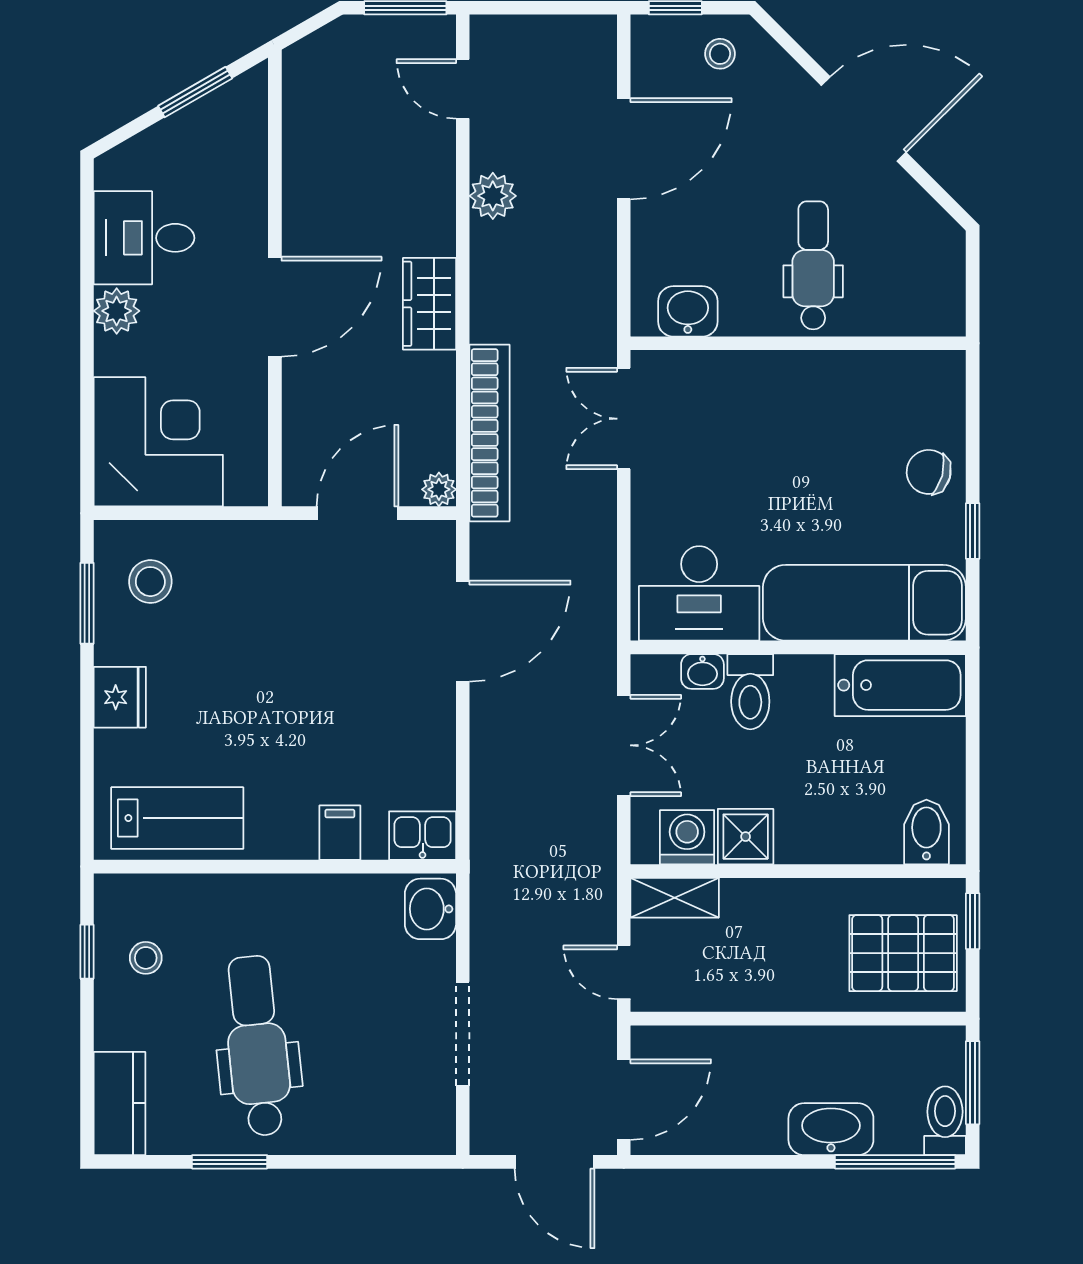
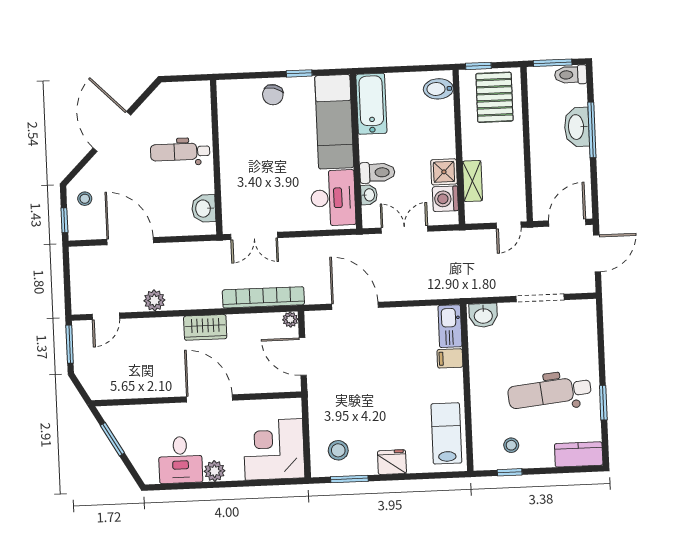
kitchen sink: (423, 836) -> (450, 326), width x1.38
shelving: (675, 898) -> (472, 181), moved
door: (624, 1100) -> (567, 223), hinge flipped
window: (895, 1162) -> (592, 130), moved

